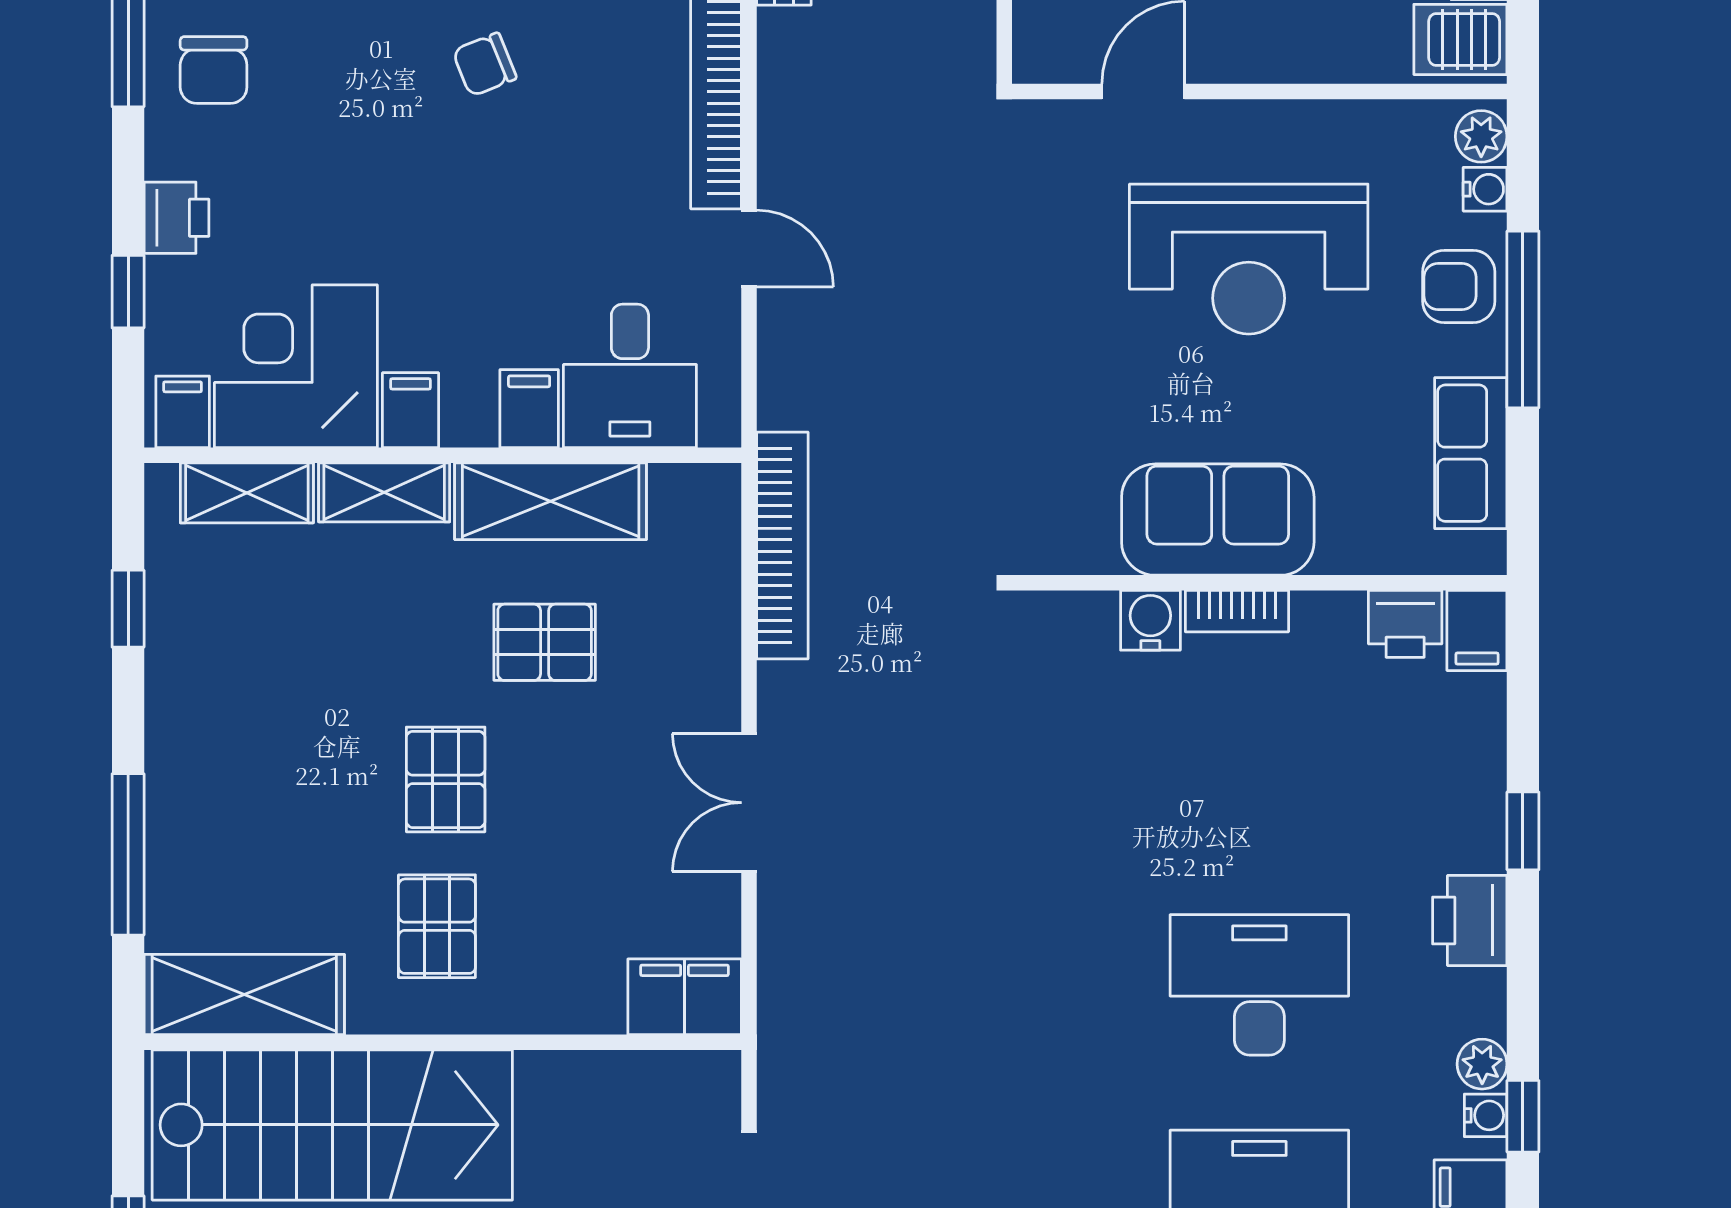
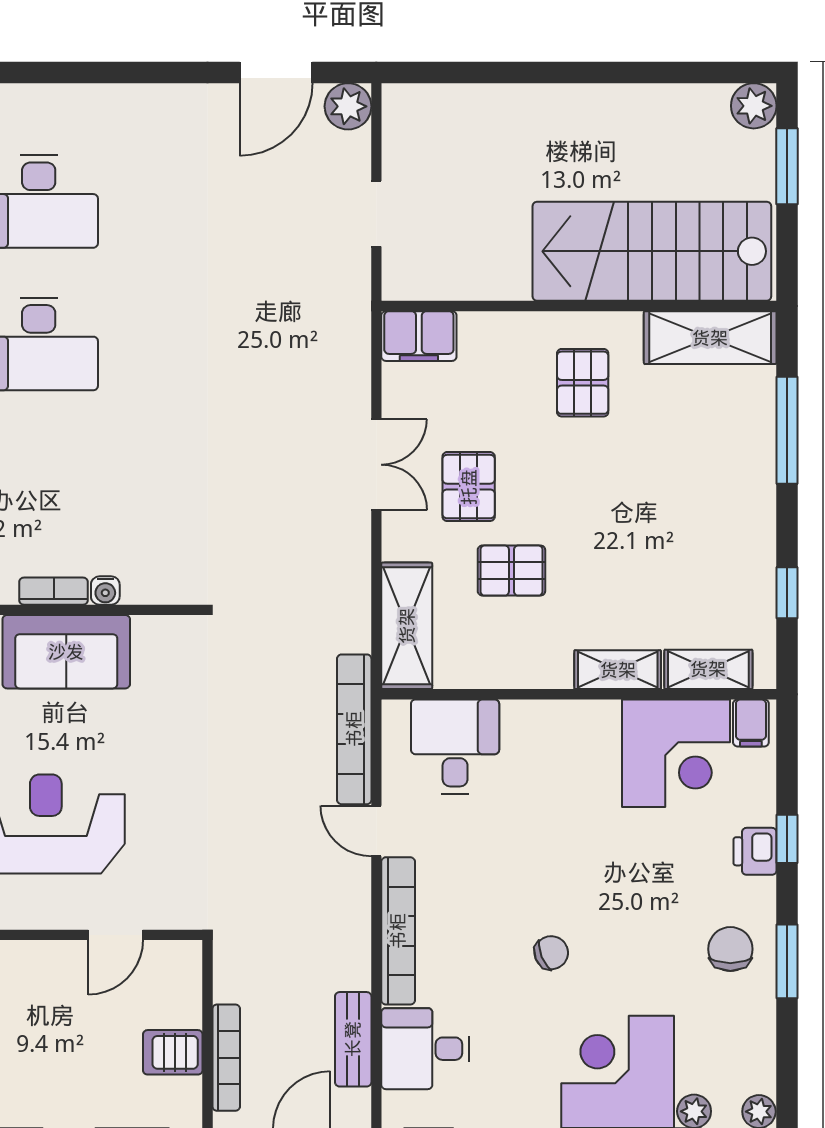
window: (128, 292) -> (787, 839), moved
filing cabinet: (529, 409) -> (522, 725), removed
filing cabinet: (410, 410) -> (600, 724), removed
shelving: (551, 501) -> (407, 626), moved, turned 90
bookcase: (782, 546) -> (354, 729), moved
water cooler: (1150, 620) -> (105, 590), width x0.72, depth x0.72
pallet: (446, 779) -> (469, 487), moved

